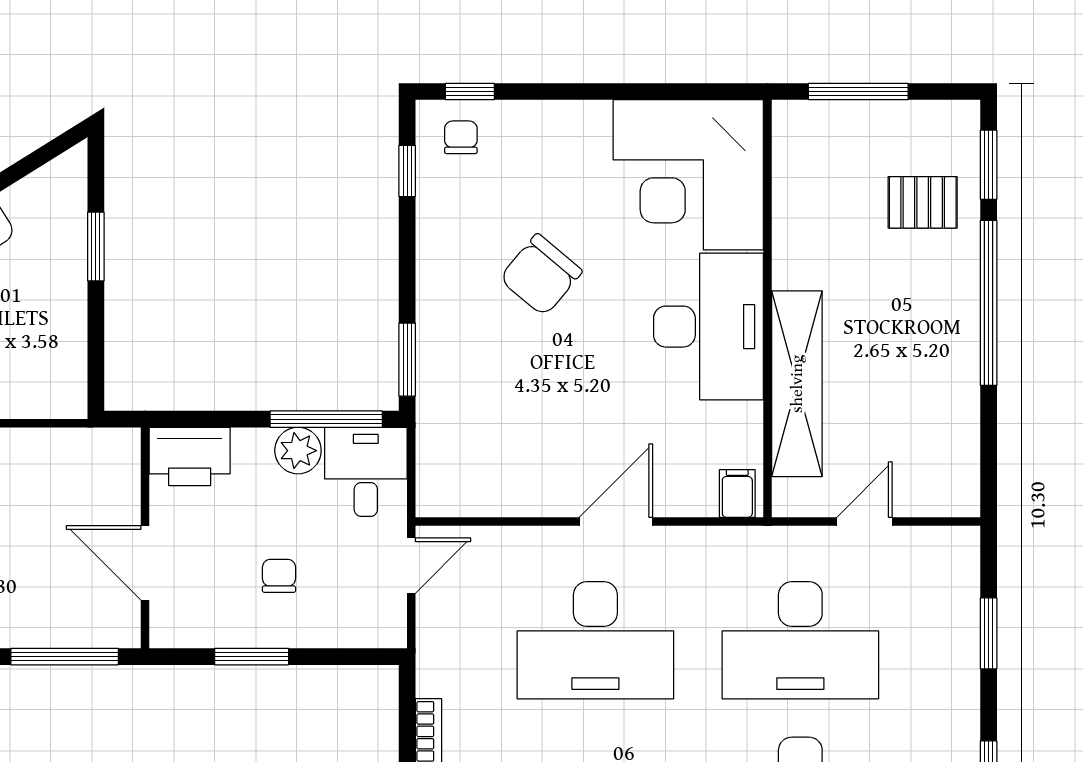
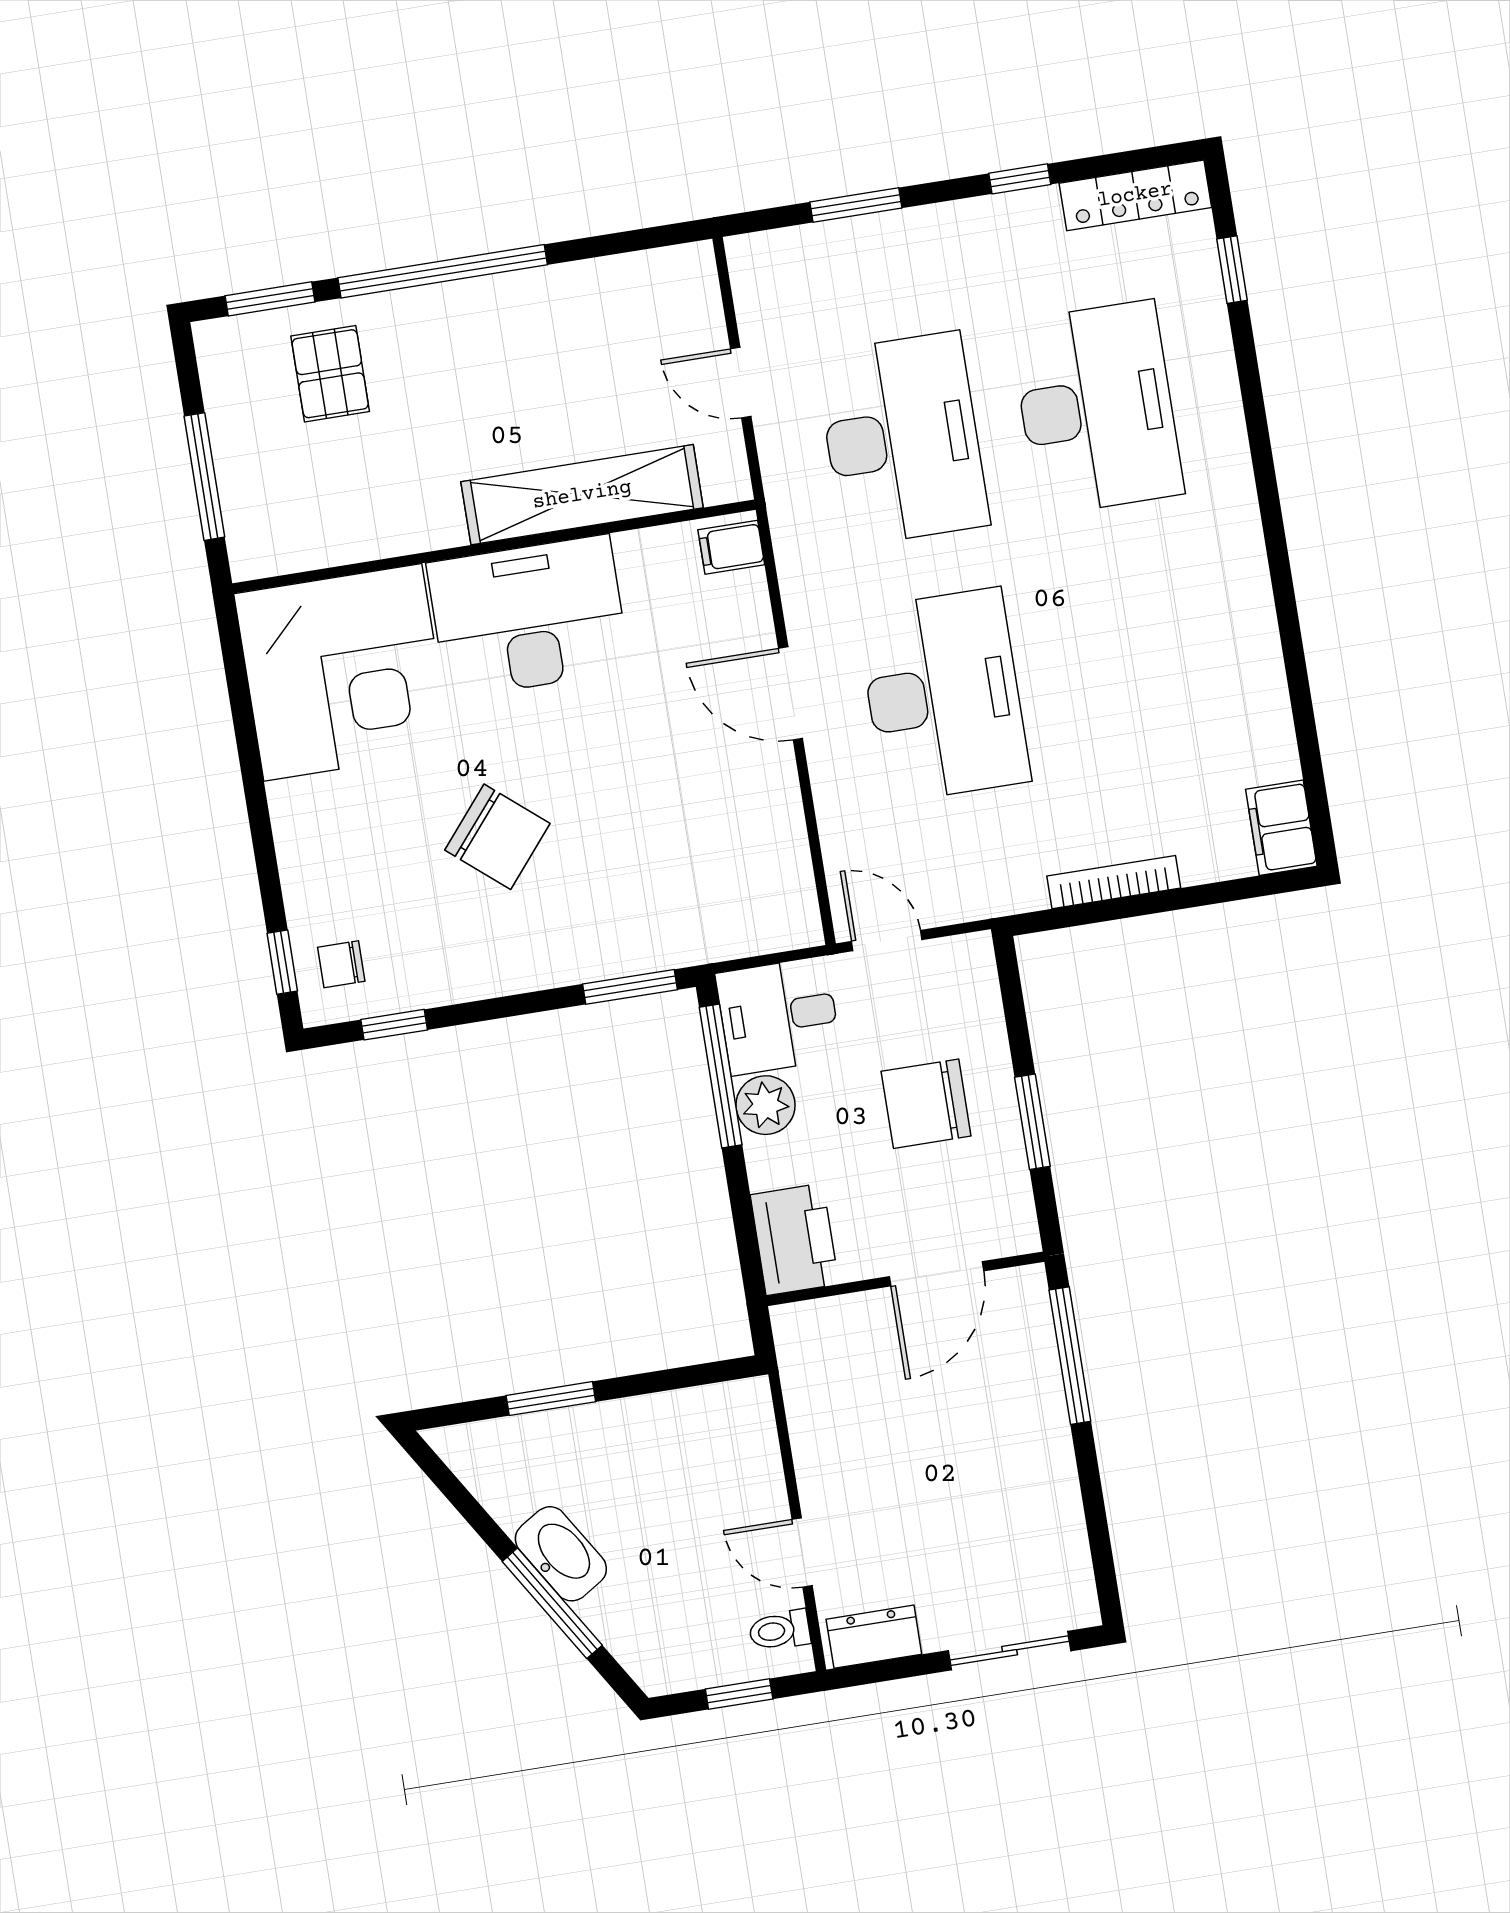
chair: (279, 576) -> (926, 1104), width x1.87, depth x1.87

